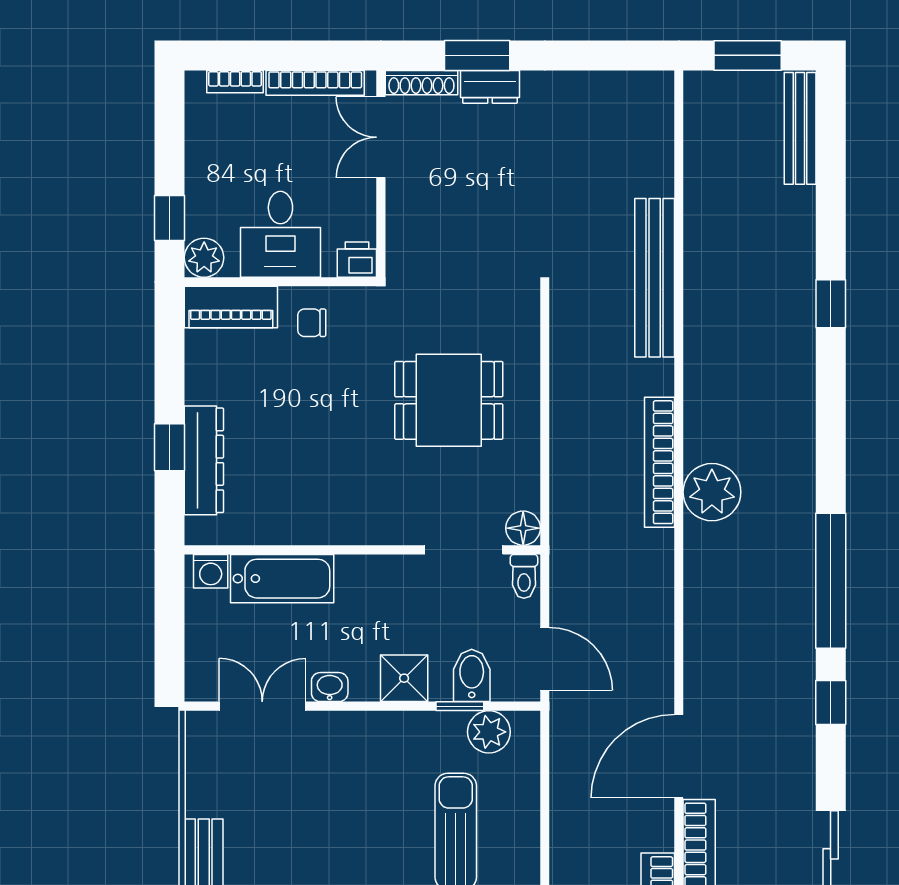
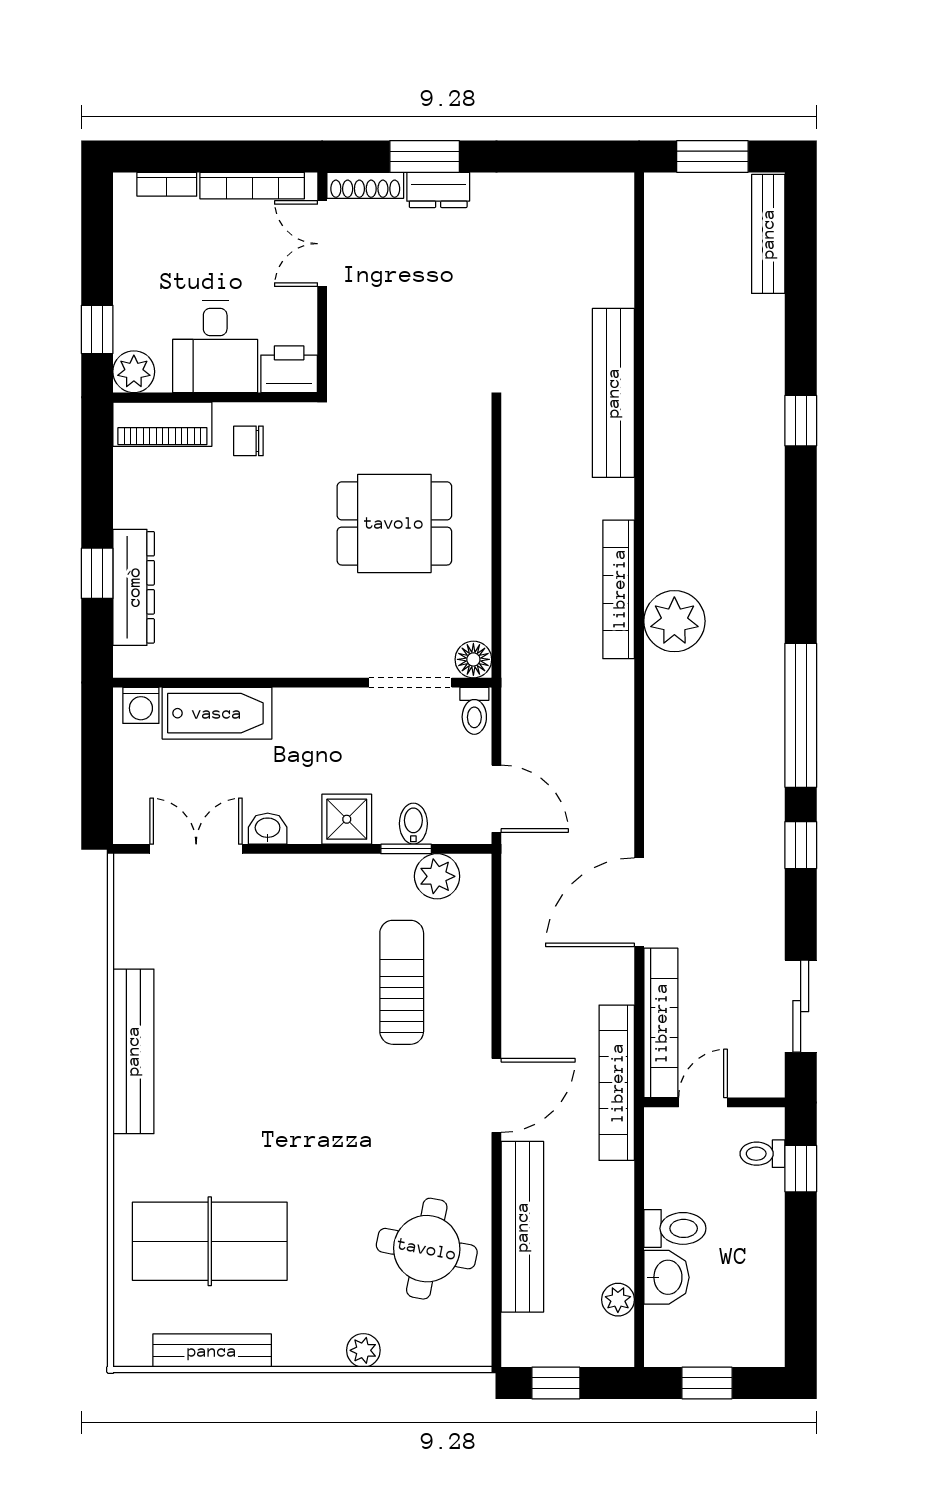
printer: (357, 260) -> (289, 369), width x1.36, depth x1.24
bidet: (472, 675) -> (413, 824), width x0.72, depth x0.74

